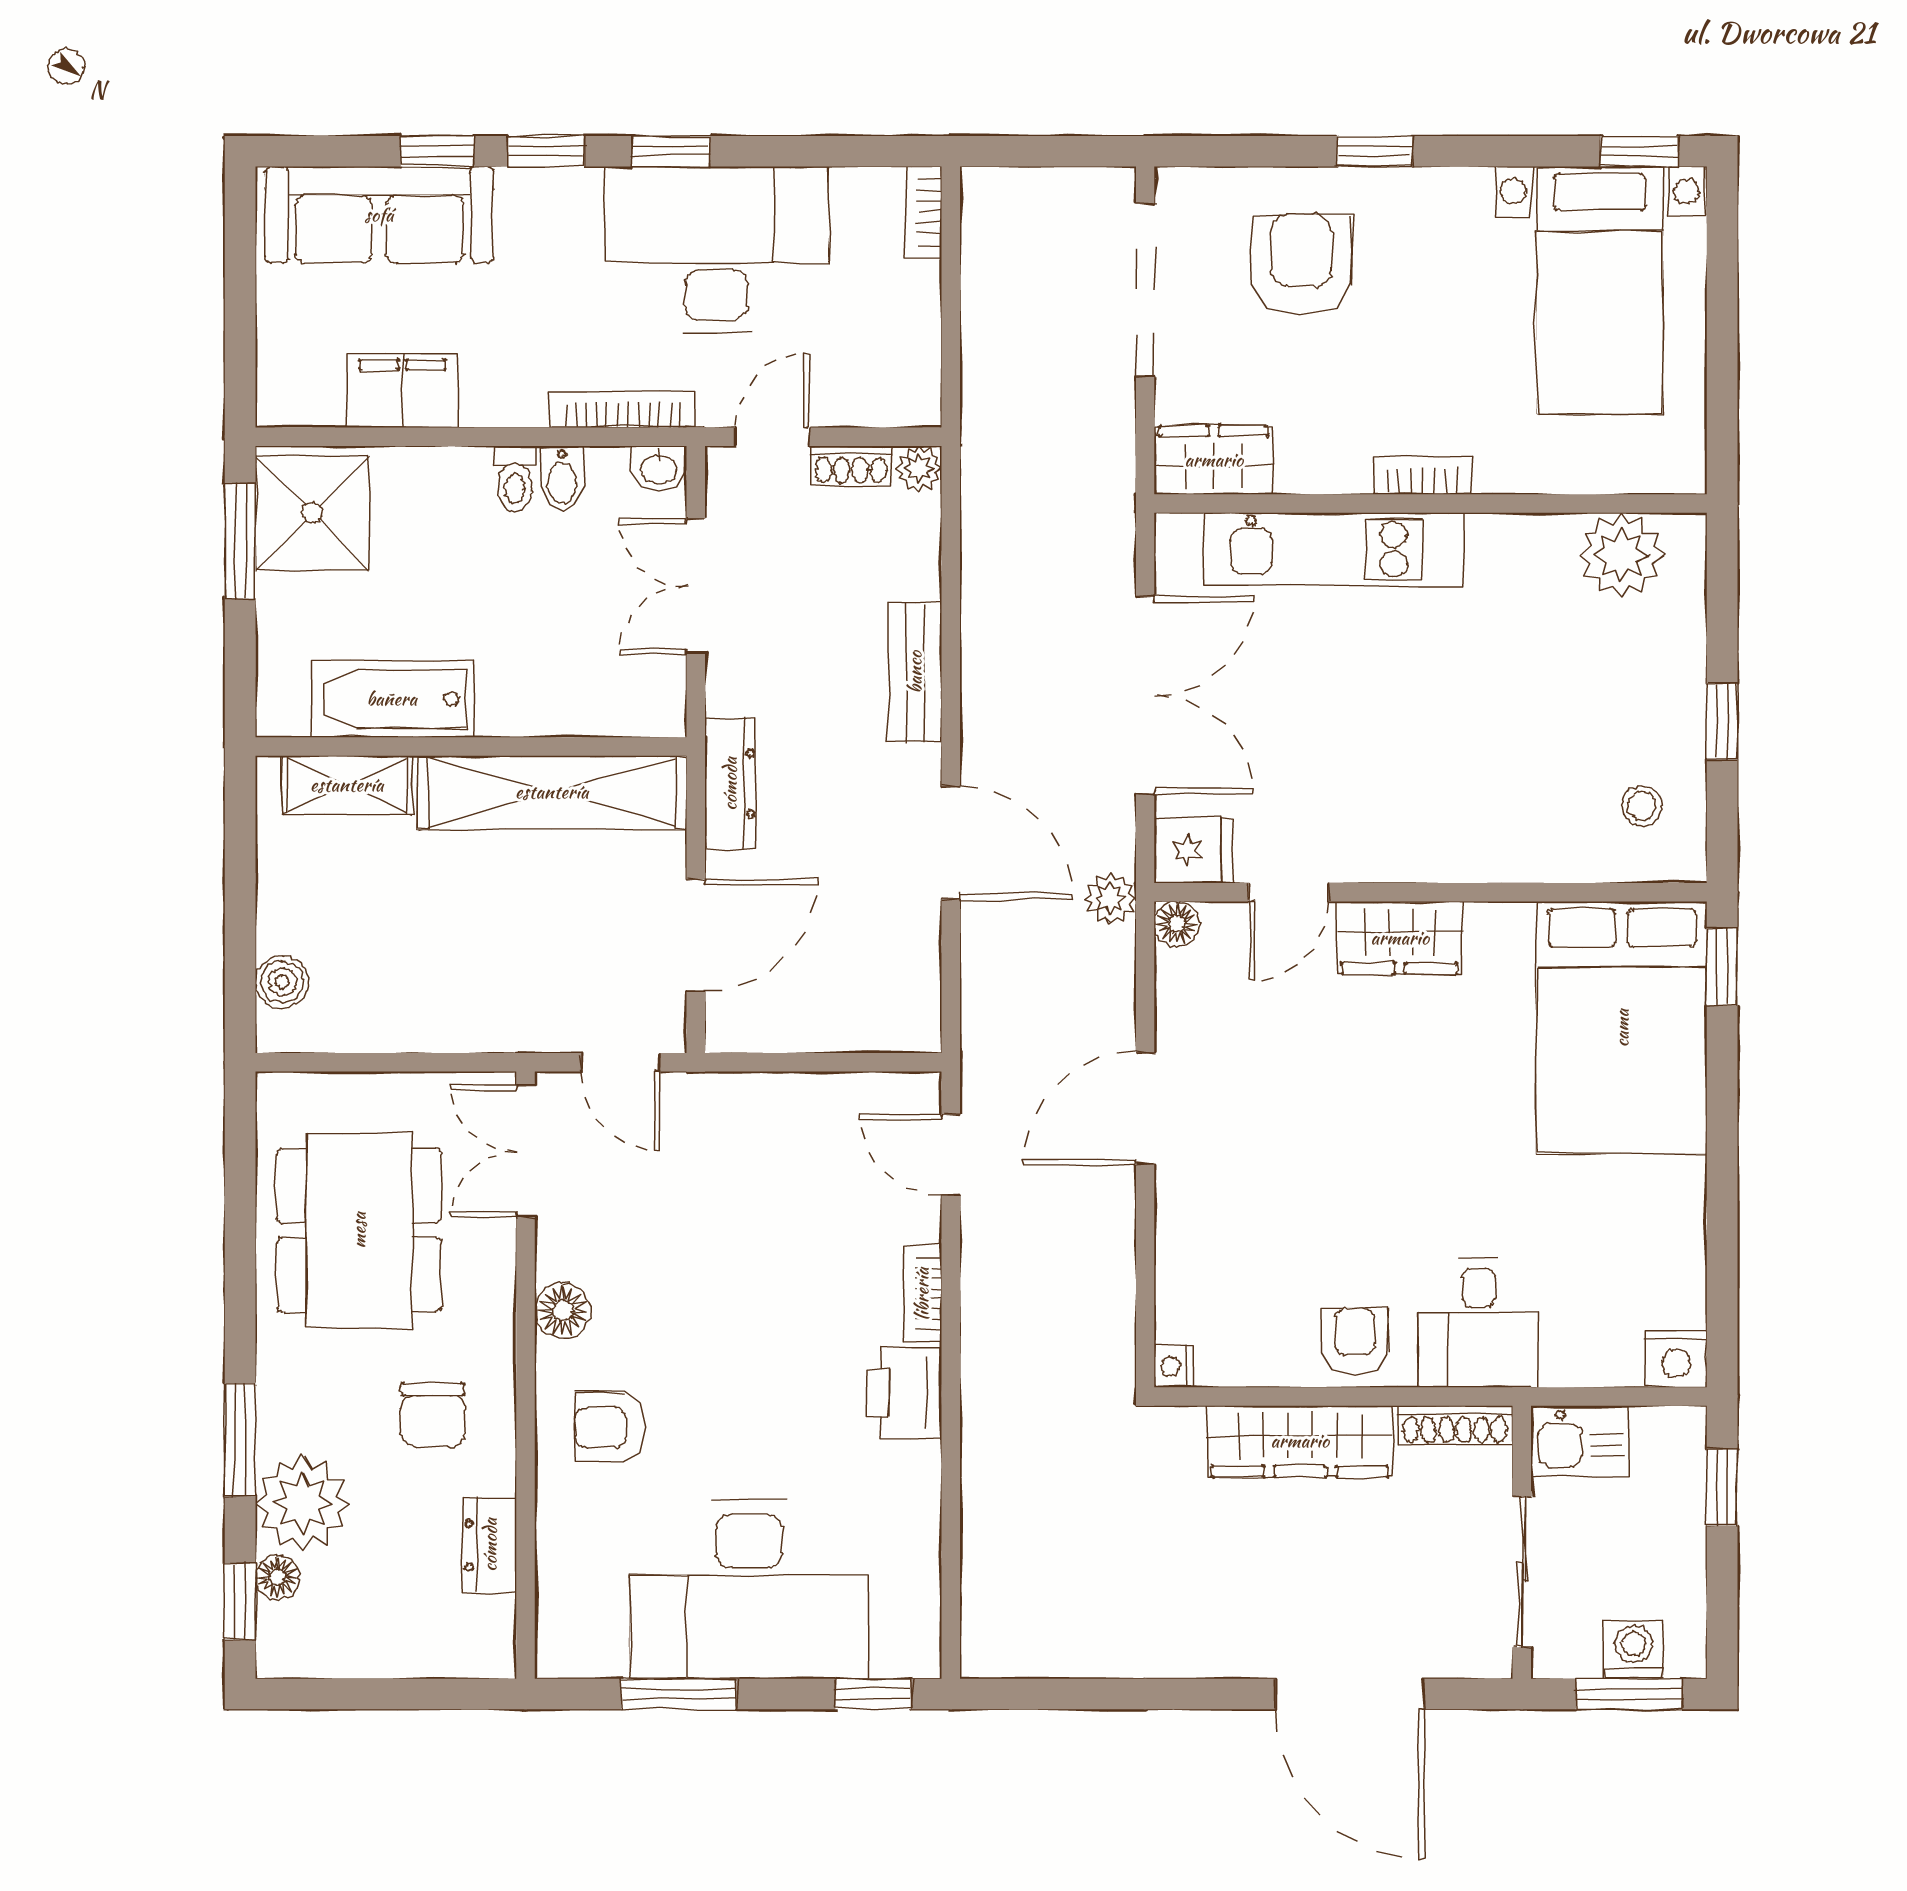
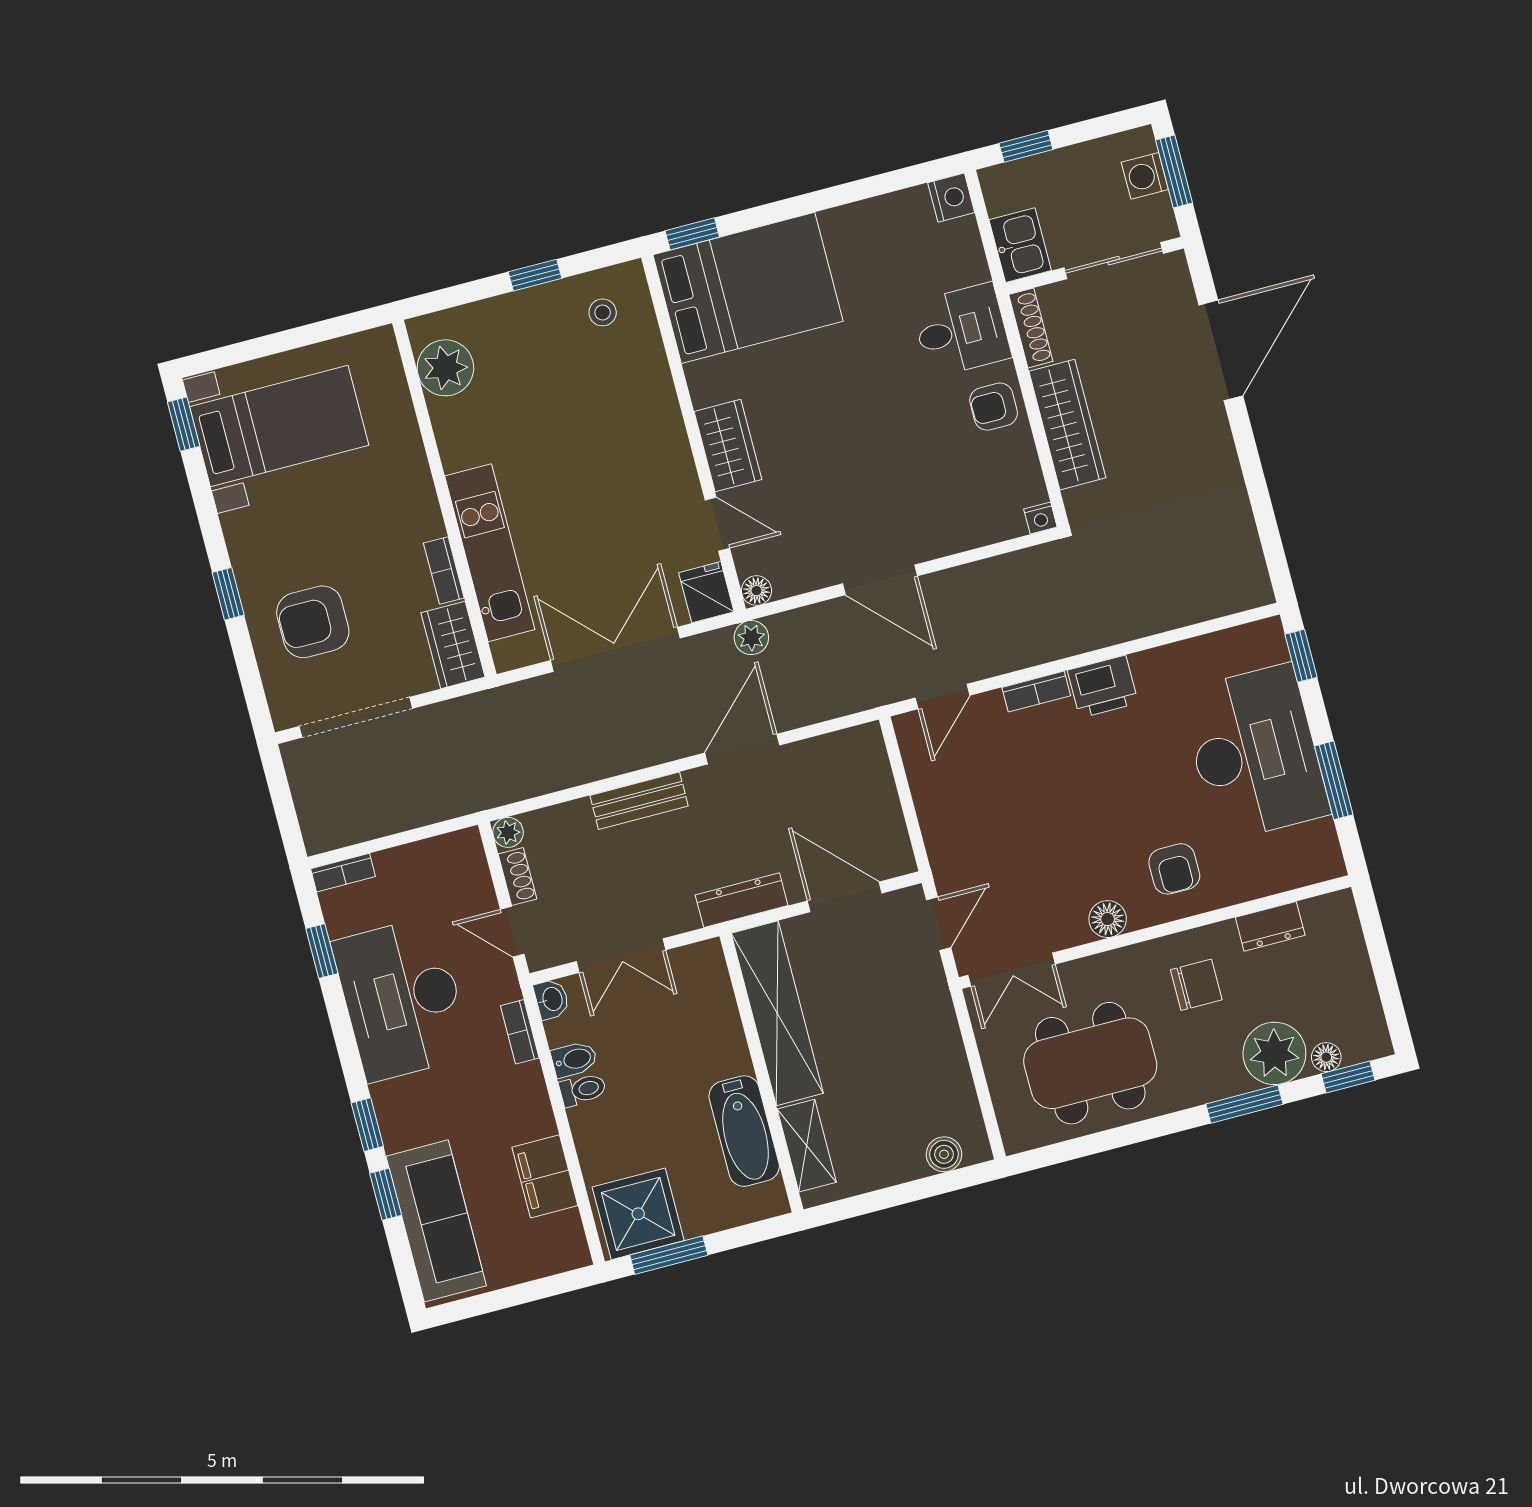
window: (671, 151) -> (322, 951), moved
bookcase: (623, 409) -> (520, 1032), width x0.64
bookcase: (1422, 475) -> (444, 570), moved

